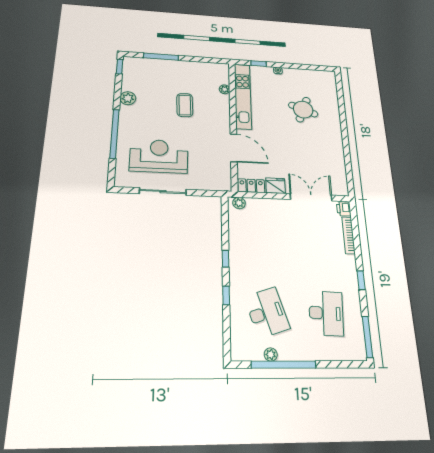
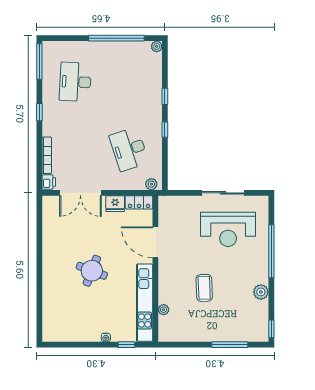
round table: (303, 110) -> (92, 271), moved
desk: (267, 313) -> (129, 149), moved
plant: (271, 354) -> (157, 46), moved

